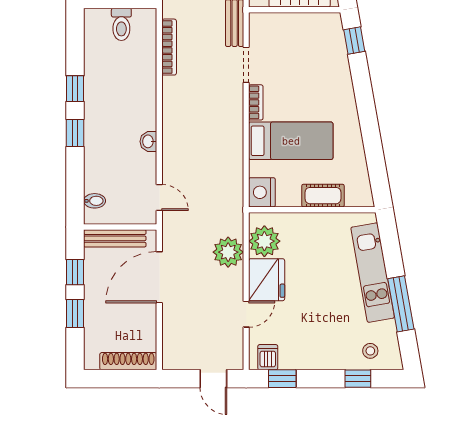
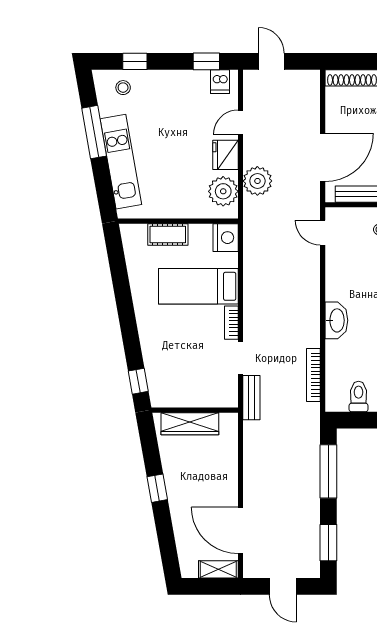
washbasin: (148, 141) -> (336, 320), moved, width x1.91, depth x1.45
fridge: (267, 280) -> (225, 155), width x0.73, depth x0.75

